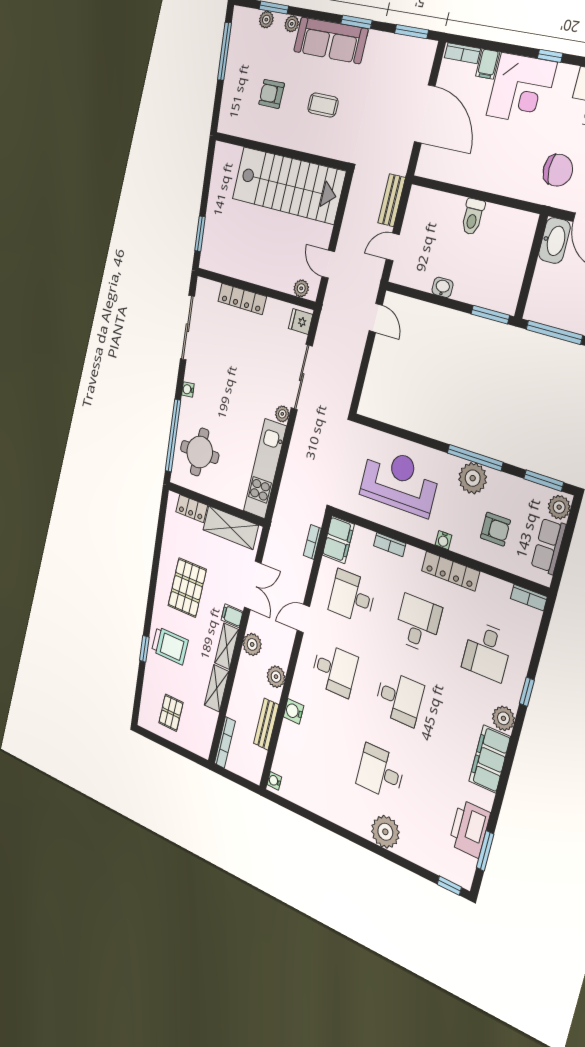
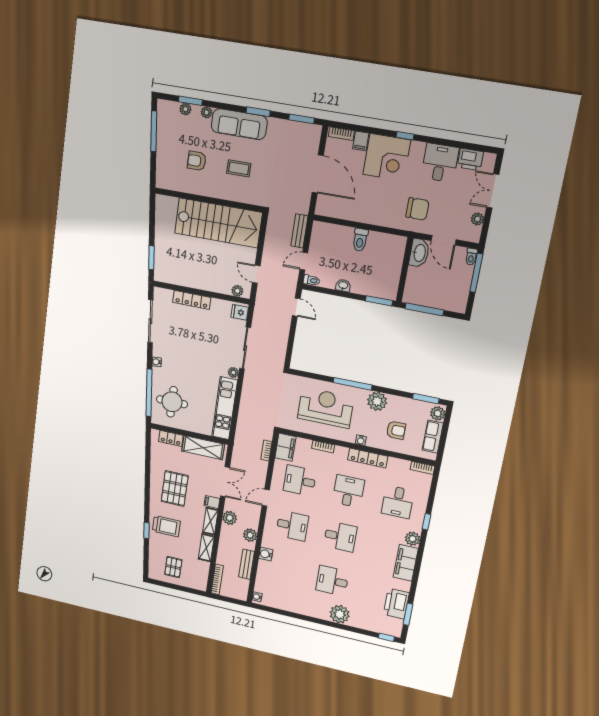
toilet: (400, 277) -> (311, 280), added
window: (475, 458) -> (353, 384), moved

